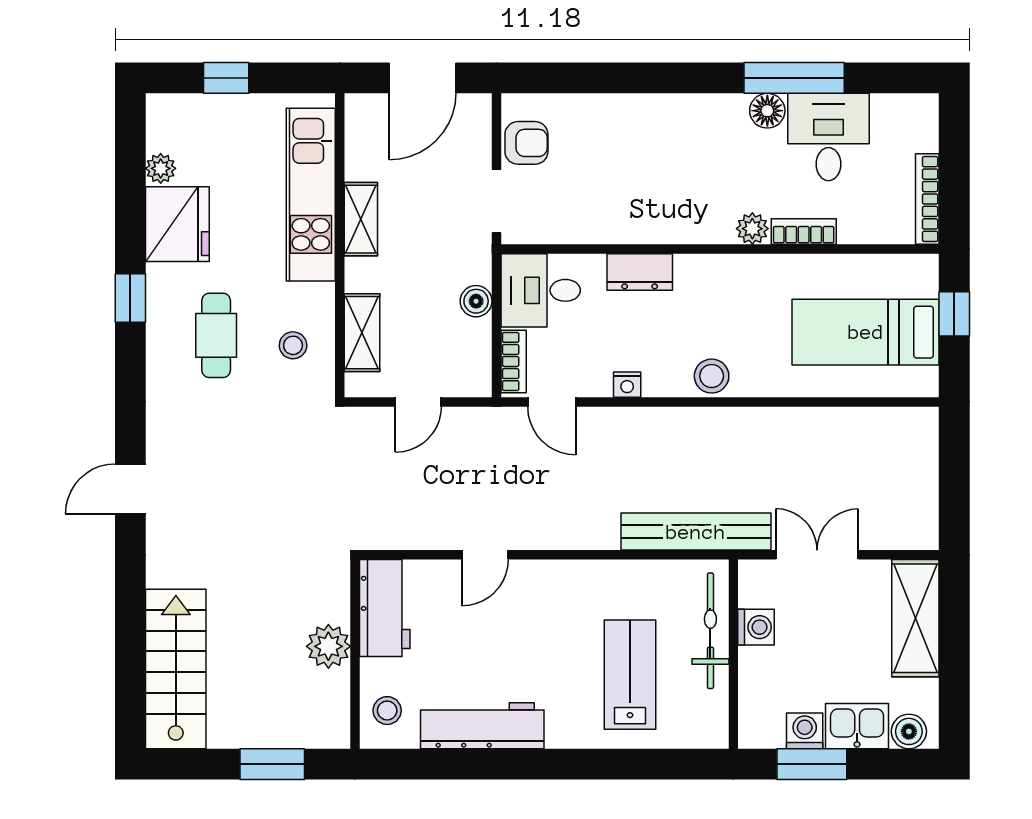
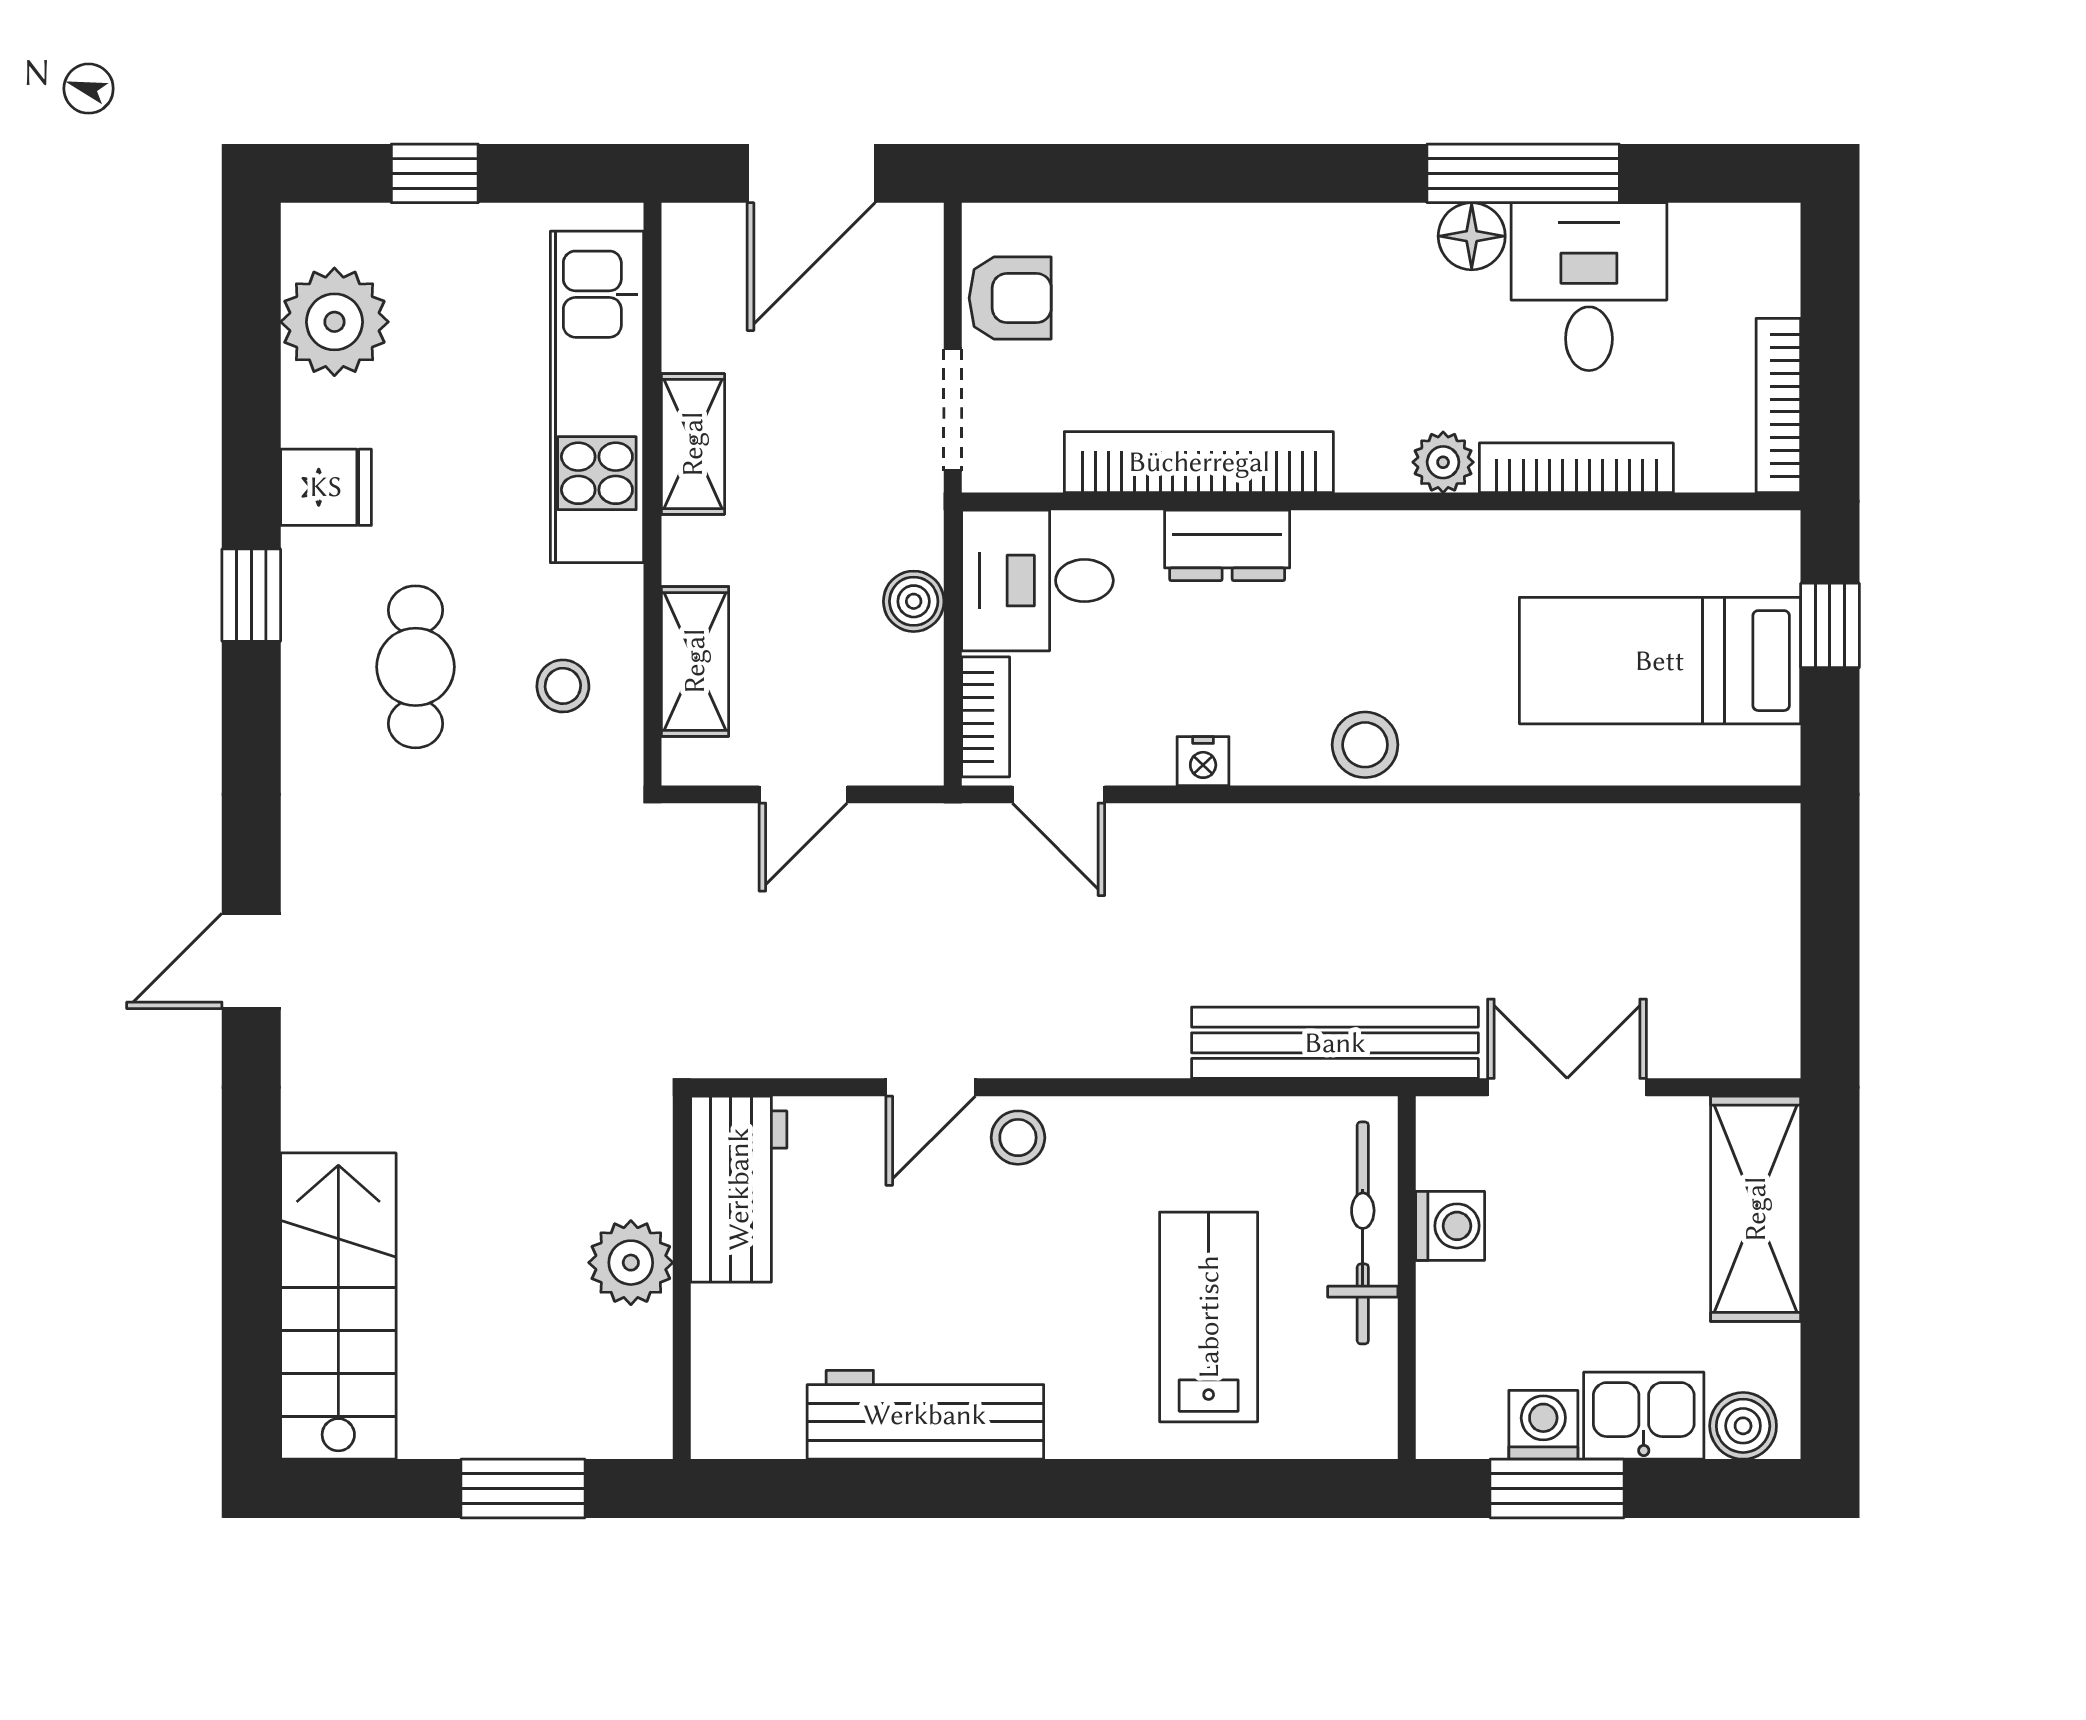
plant: (161, 168) -> (334, 322), width x1.88, depth x1.88
fridge: (177, 224) -> (326, 487), width x0.53, depth x0.75
bookcase: (625, 229) -> (1199, 462), added
bookcase: (804, 232) -> (1576, 468), width x1.56
stool: (387, 711) -> (1018, 1138), moved

